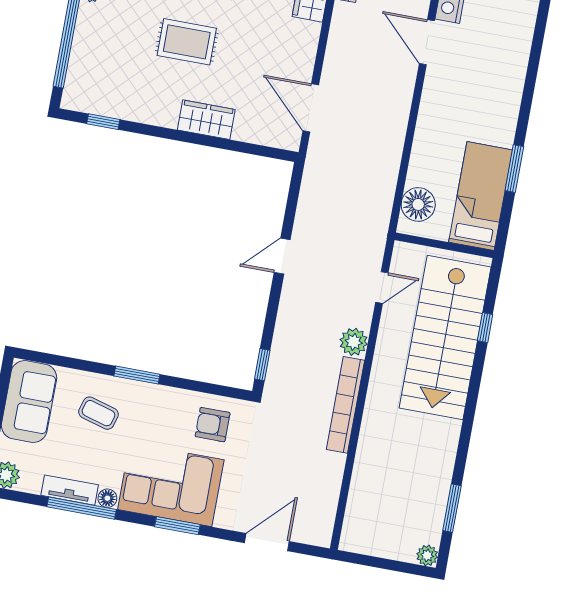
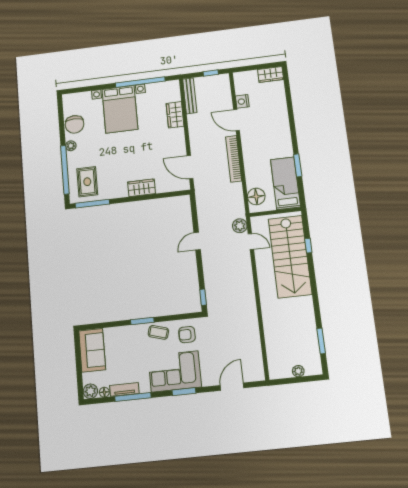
rug: (187, 42) -> (87, 182), moved, turned 90
window: (103, 122) -> (92, 204), width x2.17
door: (382, 287) -> (251, 242), hinge flipped
plant: (354, 342) -> (240, 226), moved
bookcase: (345, 405) -> (234, 159), moved
coffee table: (98, 413) -> (158, 332), moved
floor lamp: (107, 498) -> (104, 392), moved
plant: (427, 555) -> (298, 371), moved

